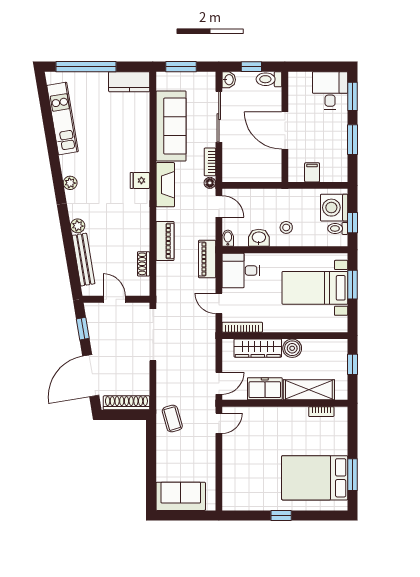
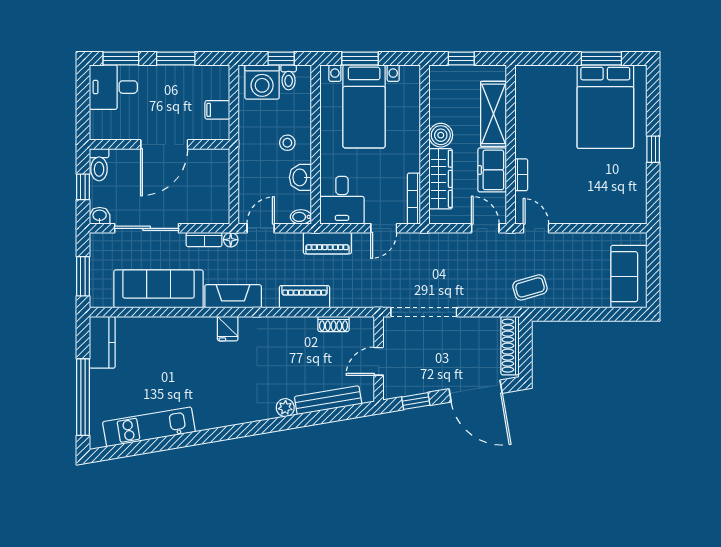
plant: (70, 183) -> (231, 417), removed
bookcase: (321, 412) -> (521, 175), moved

